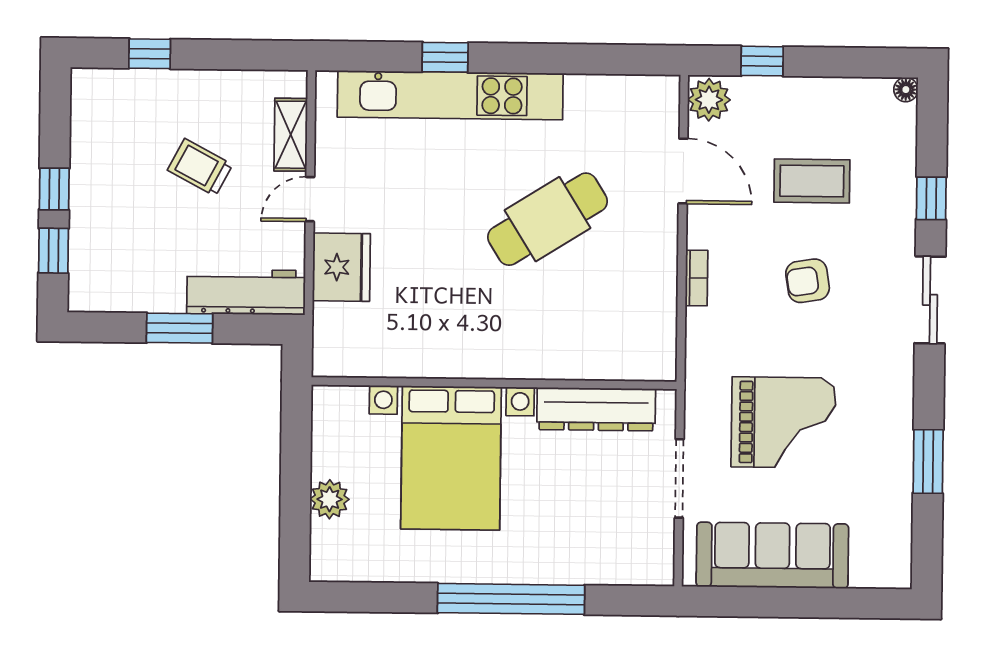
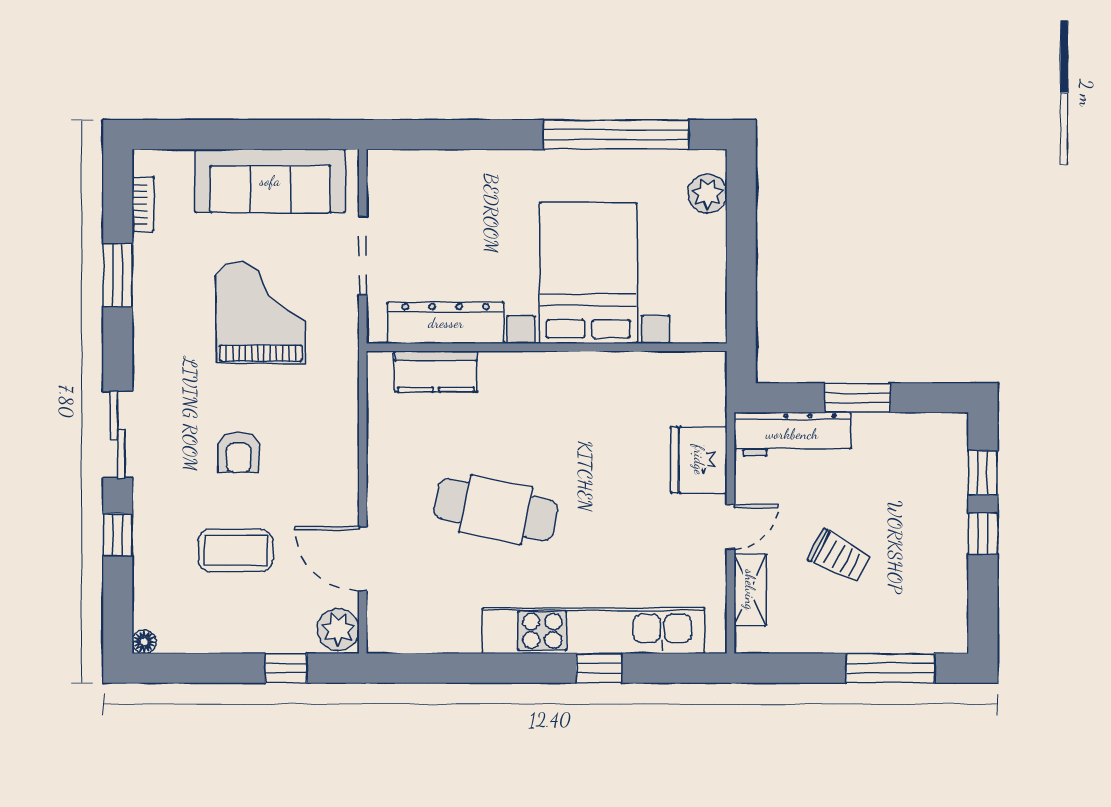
window: (150, 54) -> (890, 668), width x2.17
cafe table: (547, 219) -> (496, 510), turned 44
bookcase: (696, 278) -> (143, 204), moved, turned 180
armchair: (808, 281) -> (239, 452), turned 99
kitchen counter: (607, 360) -> (436, 372), added
grand piano: (783, 422) -> (261, 312), turned 90
plant: (330, 499) -> (708, 194), moved
window: (511, 599) -> (616, 135), moved

